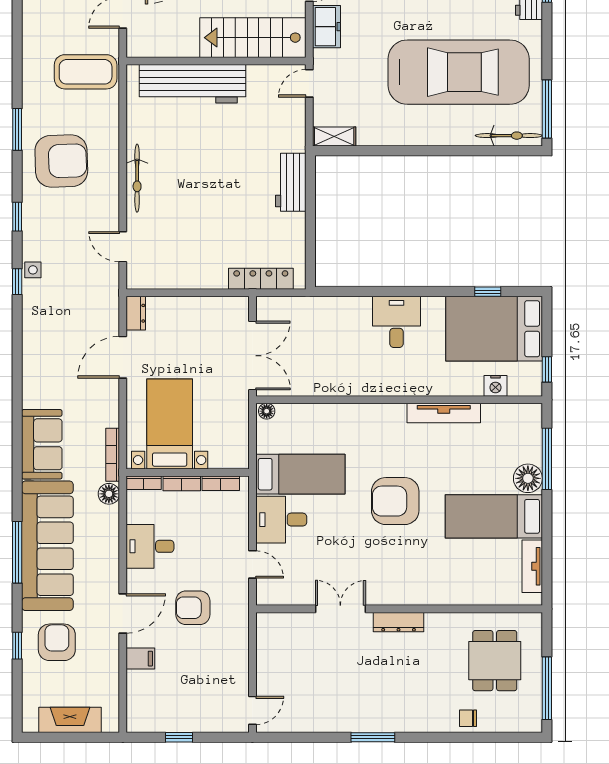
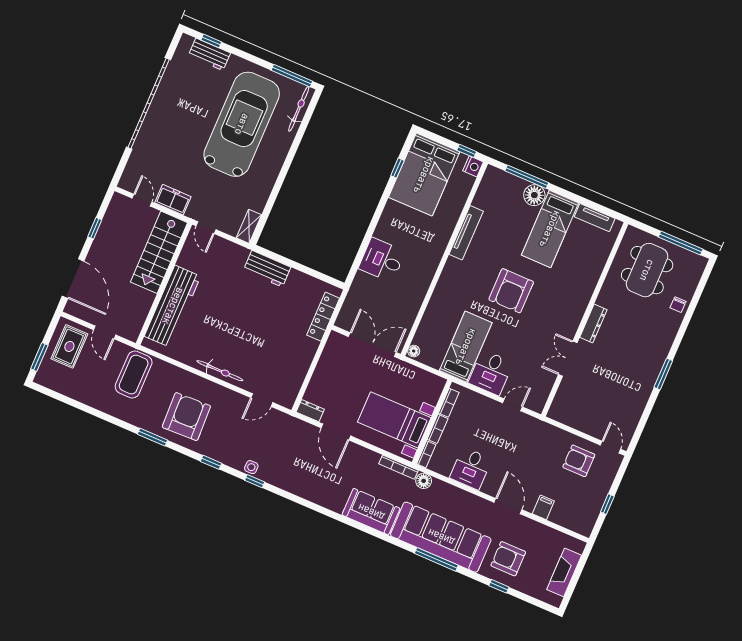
desk: (396, 322) -> (382, 260), moved
nightstand: (495, 386) -> (473, 166), moved
armchair: (193, 608) -> (579, 461), moved, turned 90
dining table: (495, 661) -> (647, 270), width x1.38

